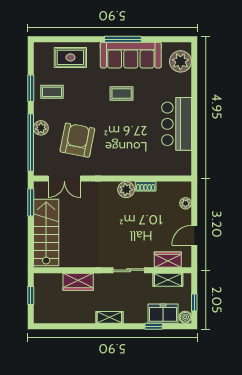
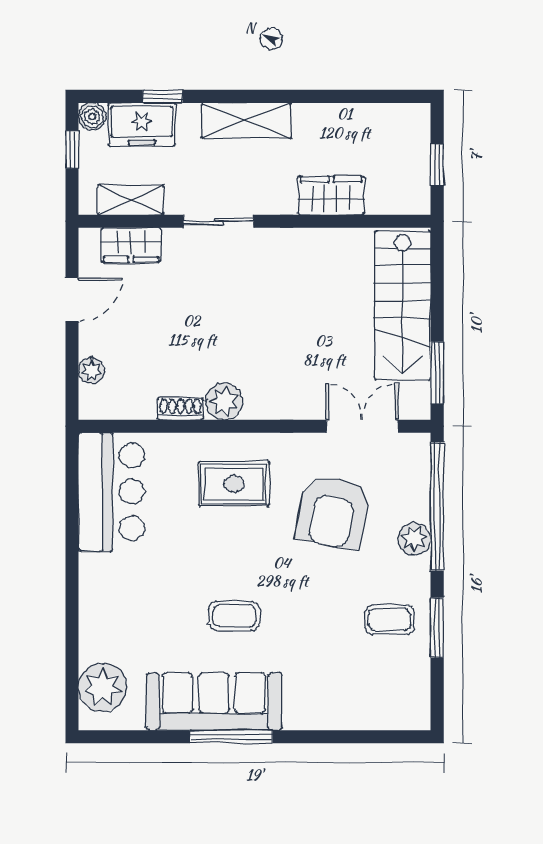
rug: (70, 57) -> (234, 484), moved
bar counter: (177, 124) -> (111, 492), moved
shelving: (109, 317) -> (246, 121), width x1.50, depth x1.33

